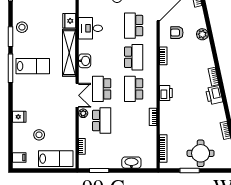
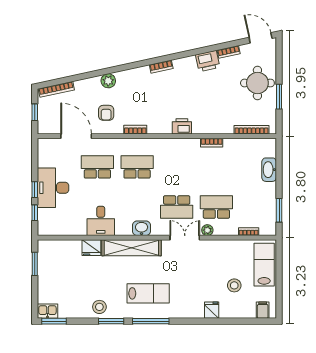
school desk: (134, 26) -> (97, 167), turned 180
lab bench: (33, 66) -> (148, 293), turned 90
school desk: (134, 89) -> (177, 167), removed
printer: (214, 95) -> (208, 61), moved

